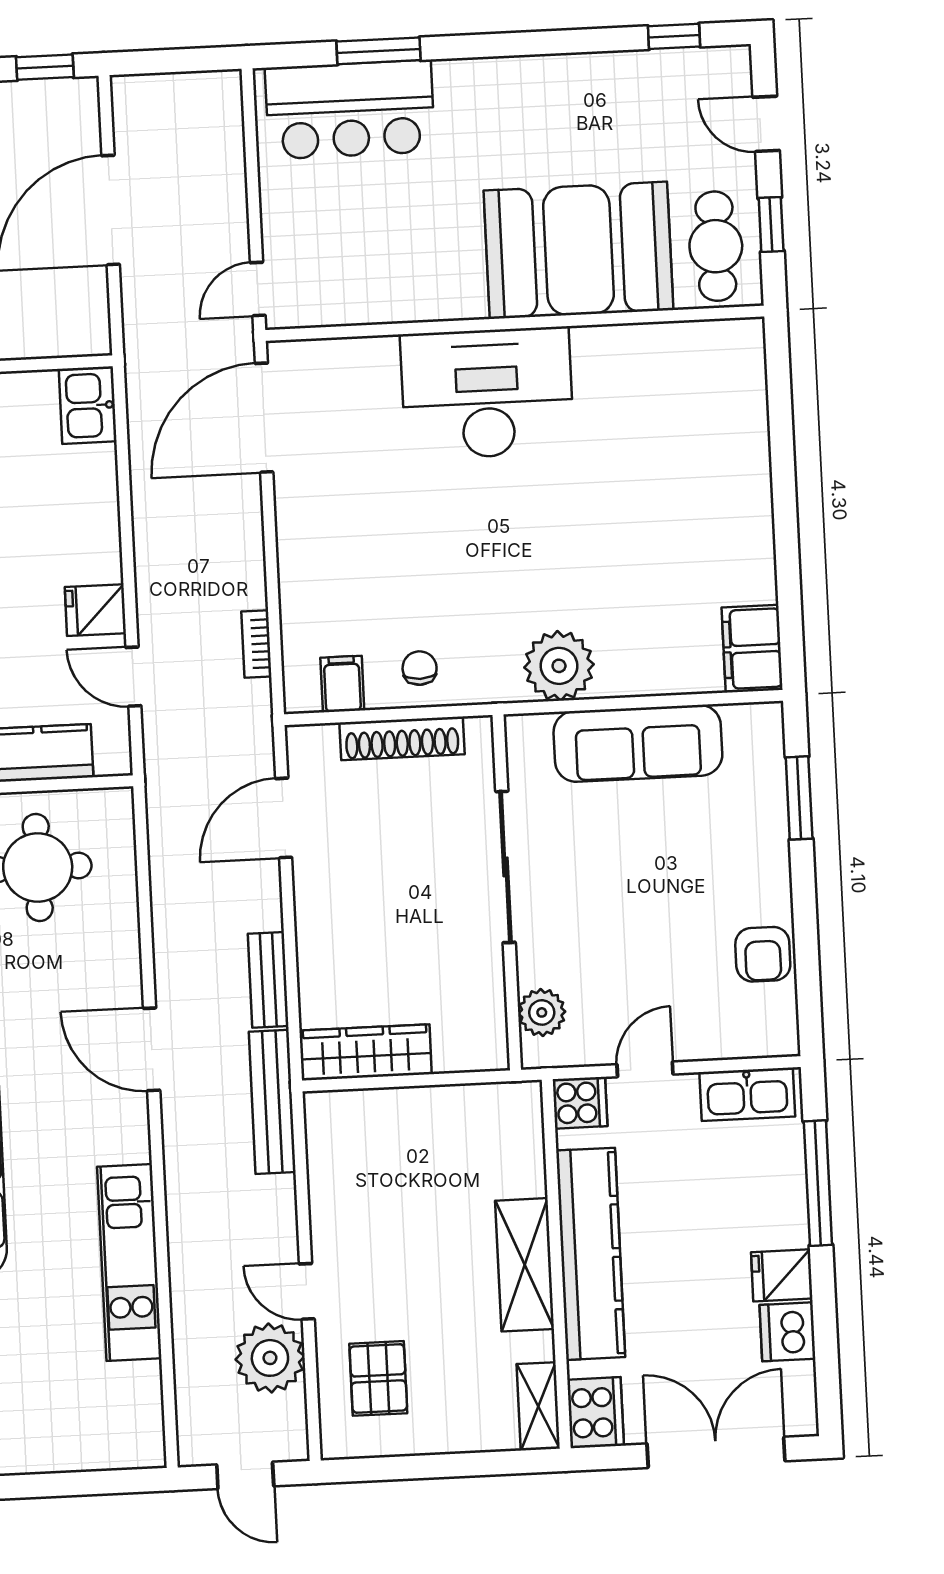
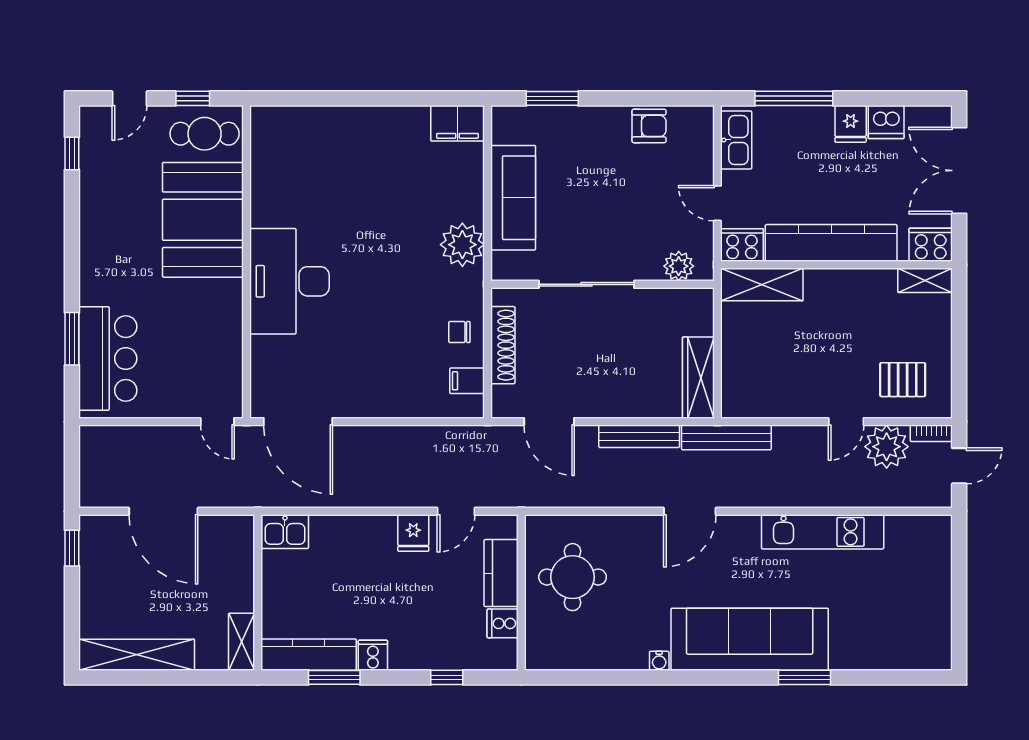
bookcase: (256, 644) -> (931, 433), moved
bench: (268, 980) -> (639, 436), width x1.36
cooker: (580, 1103) -> (742, 245), width x1.36
shelving: (525, 1265) -> (762, 284), moved

